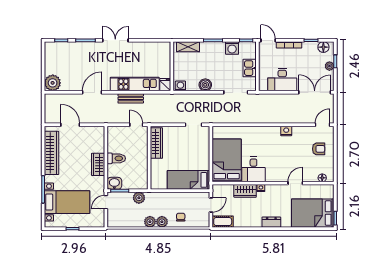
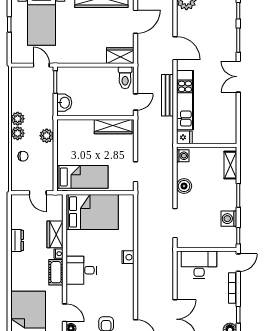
double door: (115, 40) -> (238, 77), swing flipped
kitchen sink: (250, 68) -> (204, 240), removed
desk: (282, 80) -> (199, 265), moved, turned 90
bench: (131, 98) -> (168, 95), width x1.36
nightstand: (286, 131) -> (128, 257), moved
toilet: (116, 158) -> (125, 78), moved
wardrobe: (98, 164) -> (120, 56), moved
desk: (253, 169) -> (81, 270), moved
bed: (189, 180) -> (82, 177), moved, turned 90
washbasin: (114, 183) -> (64, 103), moved
door: (295, 183) -> (64, 313), moved
plant: (139, 198) -> (47, 136), moved
cot: (223, 222) -> (56, 272), moved
dresser: (271, 222) -> (17, 240), moved

